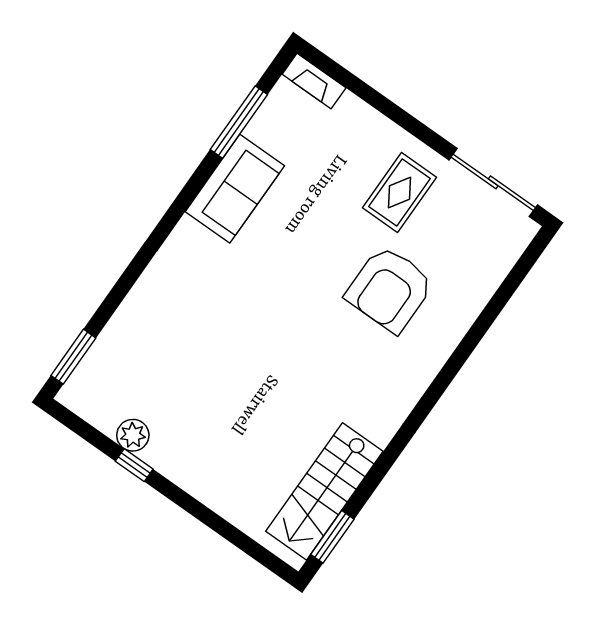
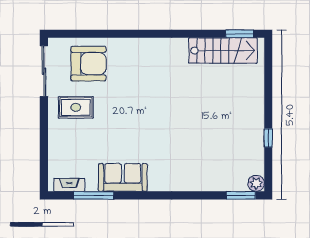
fireplace: (314, 81) -> (69, 185), moved, turned -90
armchair: (390, 289) -> (88, 64), moved
plant: (133, 435) -> (256, 183), moved

